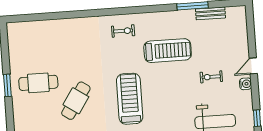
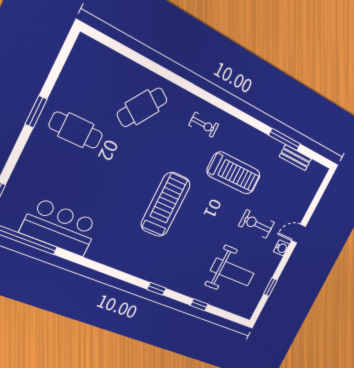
exercise bike: (211, 77) -> (257, 224), width x1.38, depth x1.39
cafe table: (76, 101) -> (142, 107), moved

